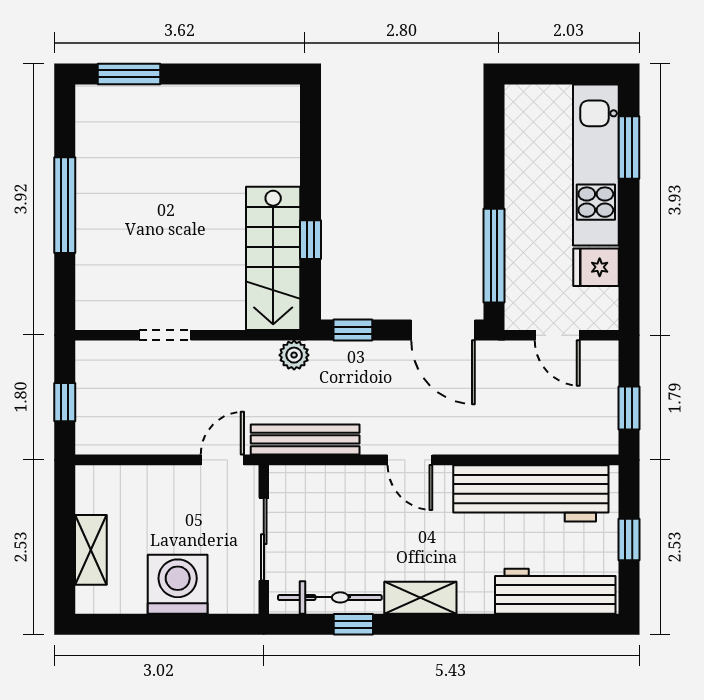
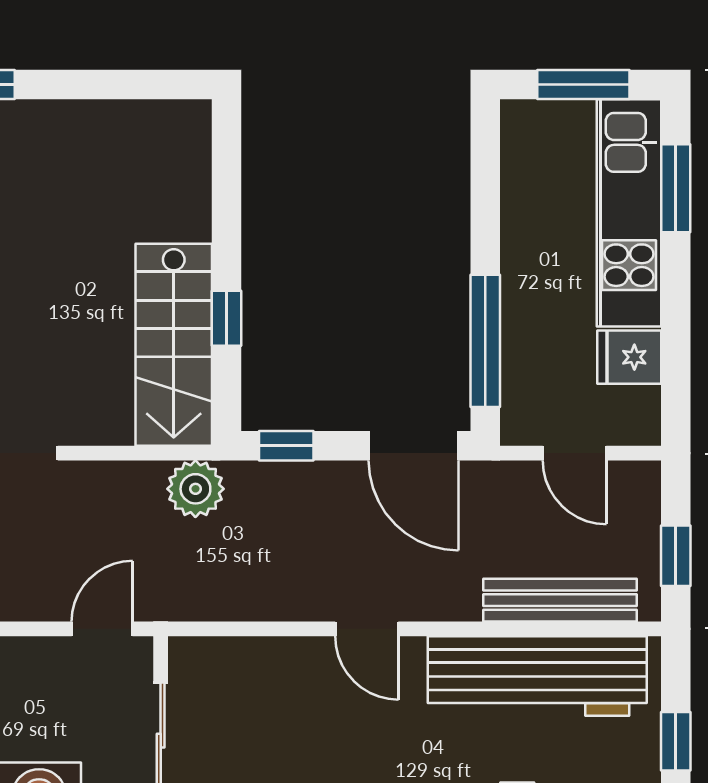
window: (563, 74) -> (583, 85), added
plant: (294, 355) -> (195, 489), width x1.38, depth x1.38
bench: (305, 439) -> (560, 600), moved

